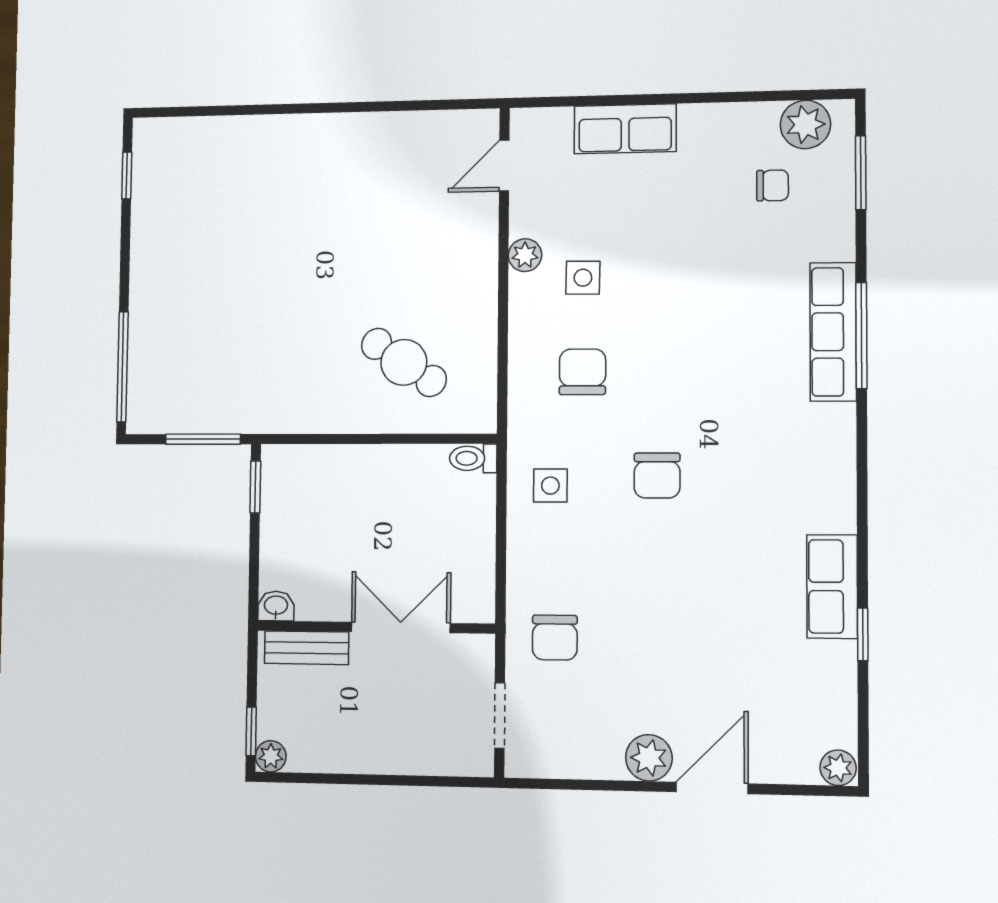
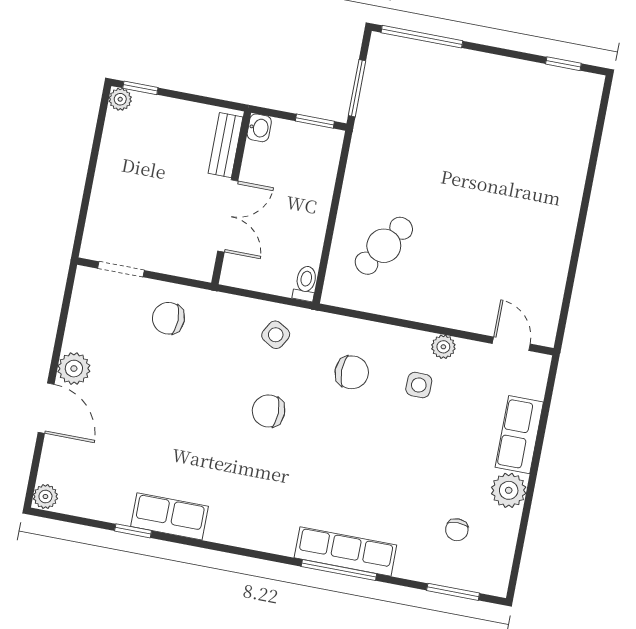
plant: (805, 124) -> (509, 490), moved
side table: (550, 486) -> (276, 335), turned 30
washbasin: (276, 606) -> (259, 128), moved
wall: (375, 627) -> (231, 198), moved
double door: (401, 627) -> (228, 216), moved
bench: (307, 648) -> (226, 145), moved

